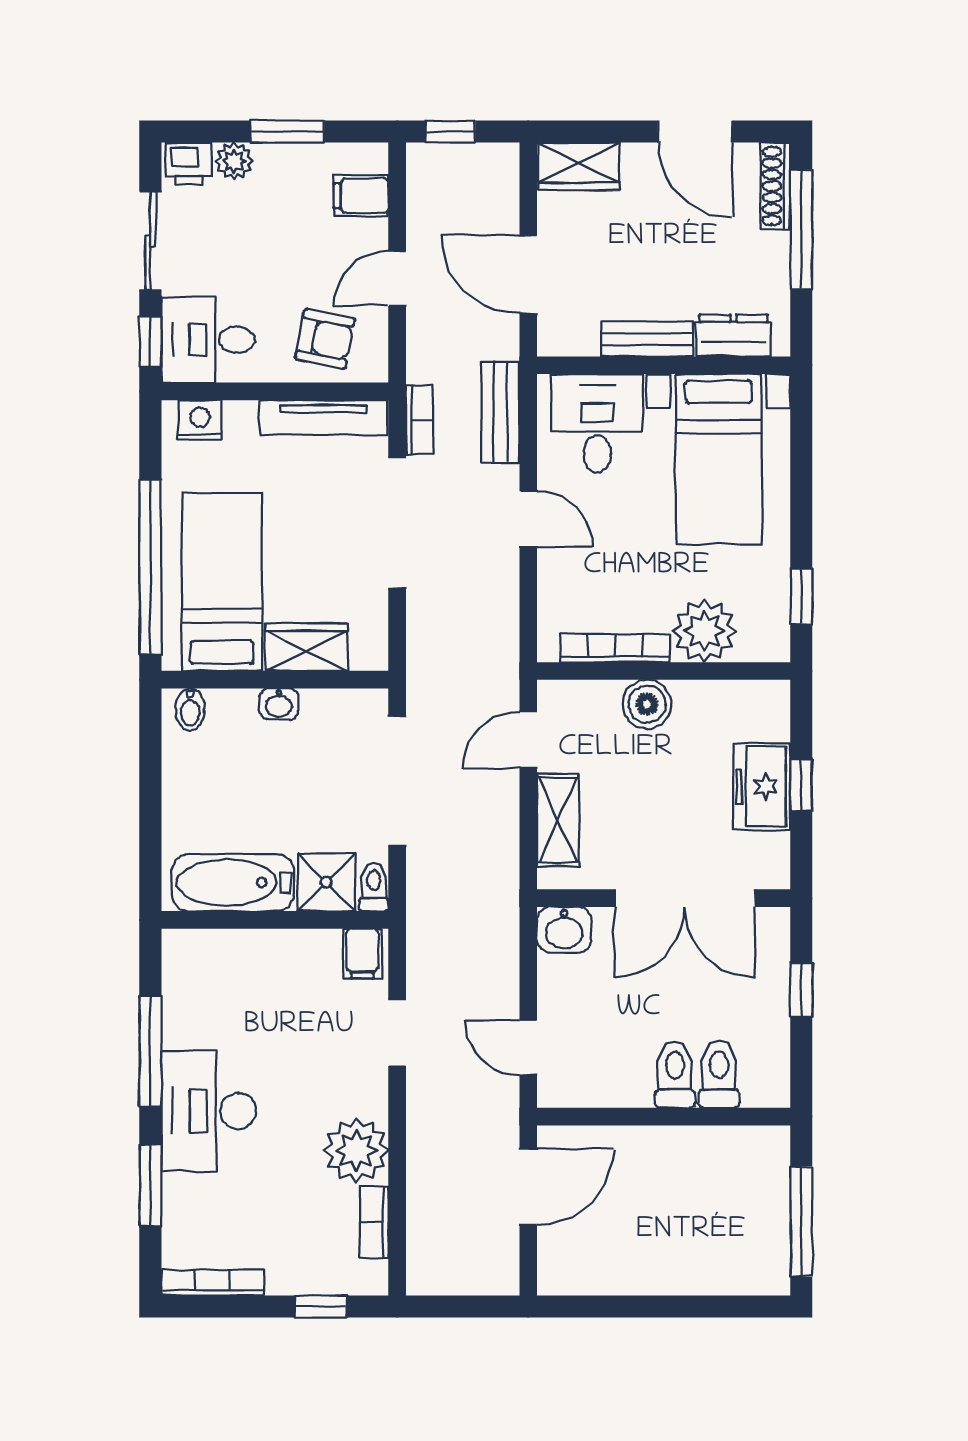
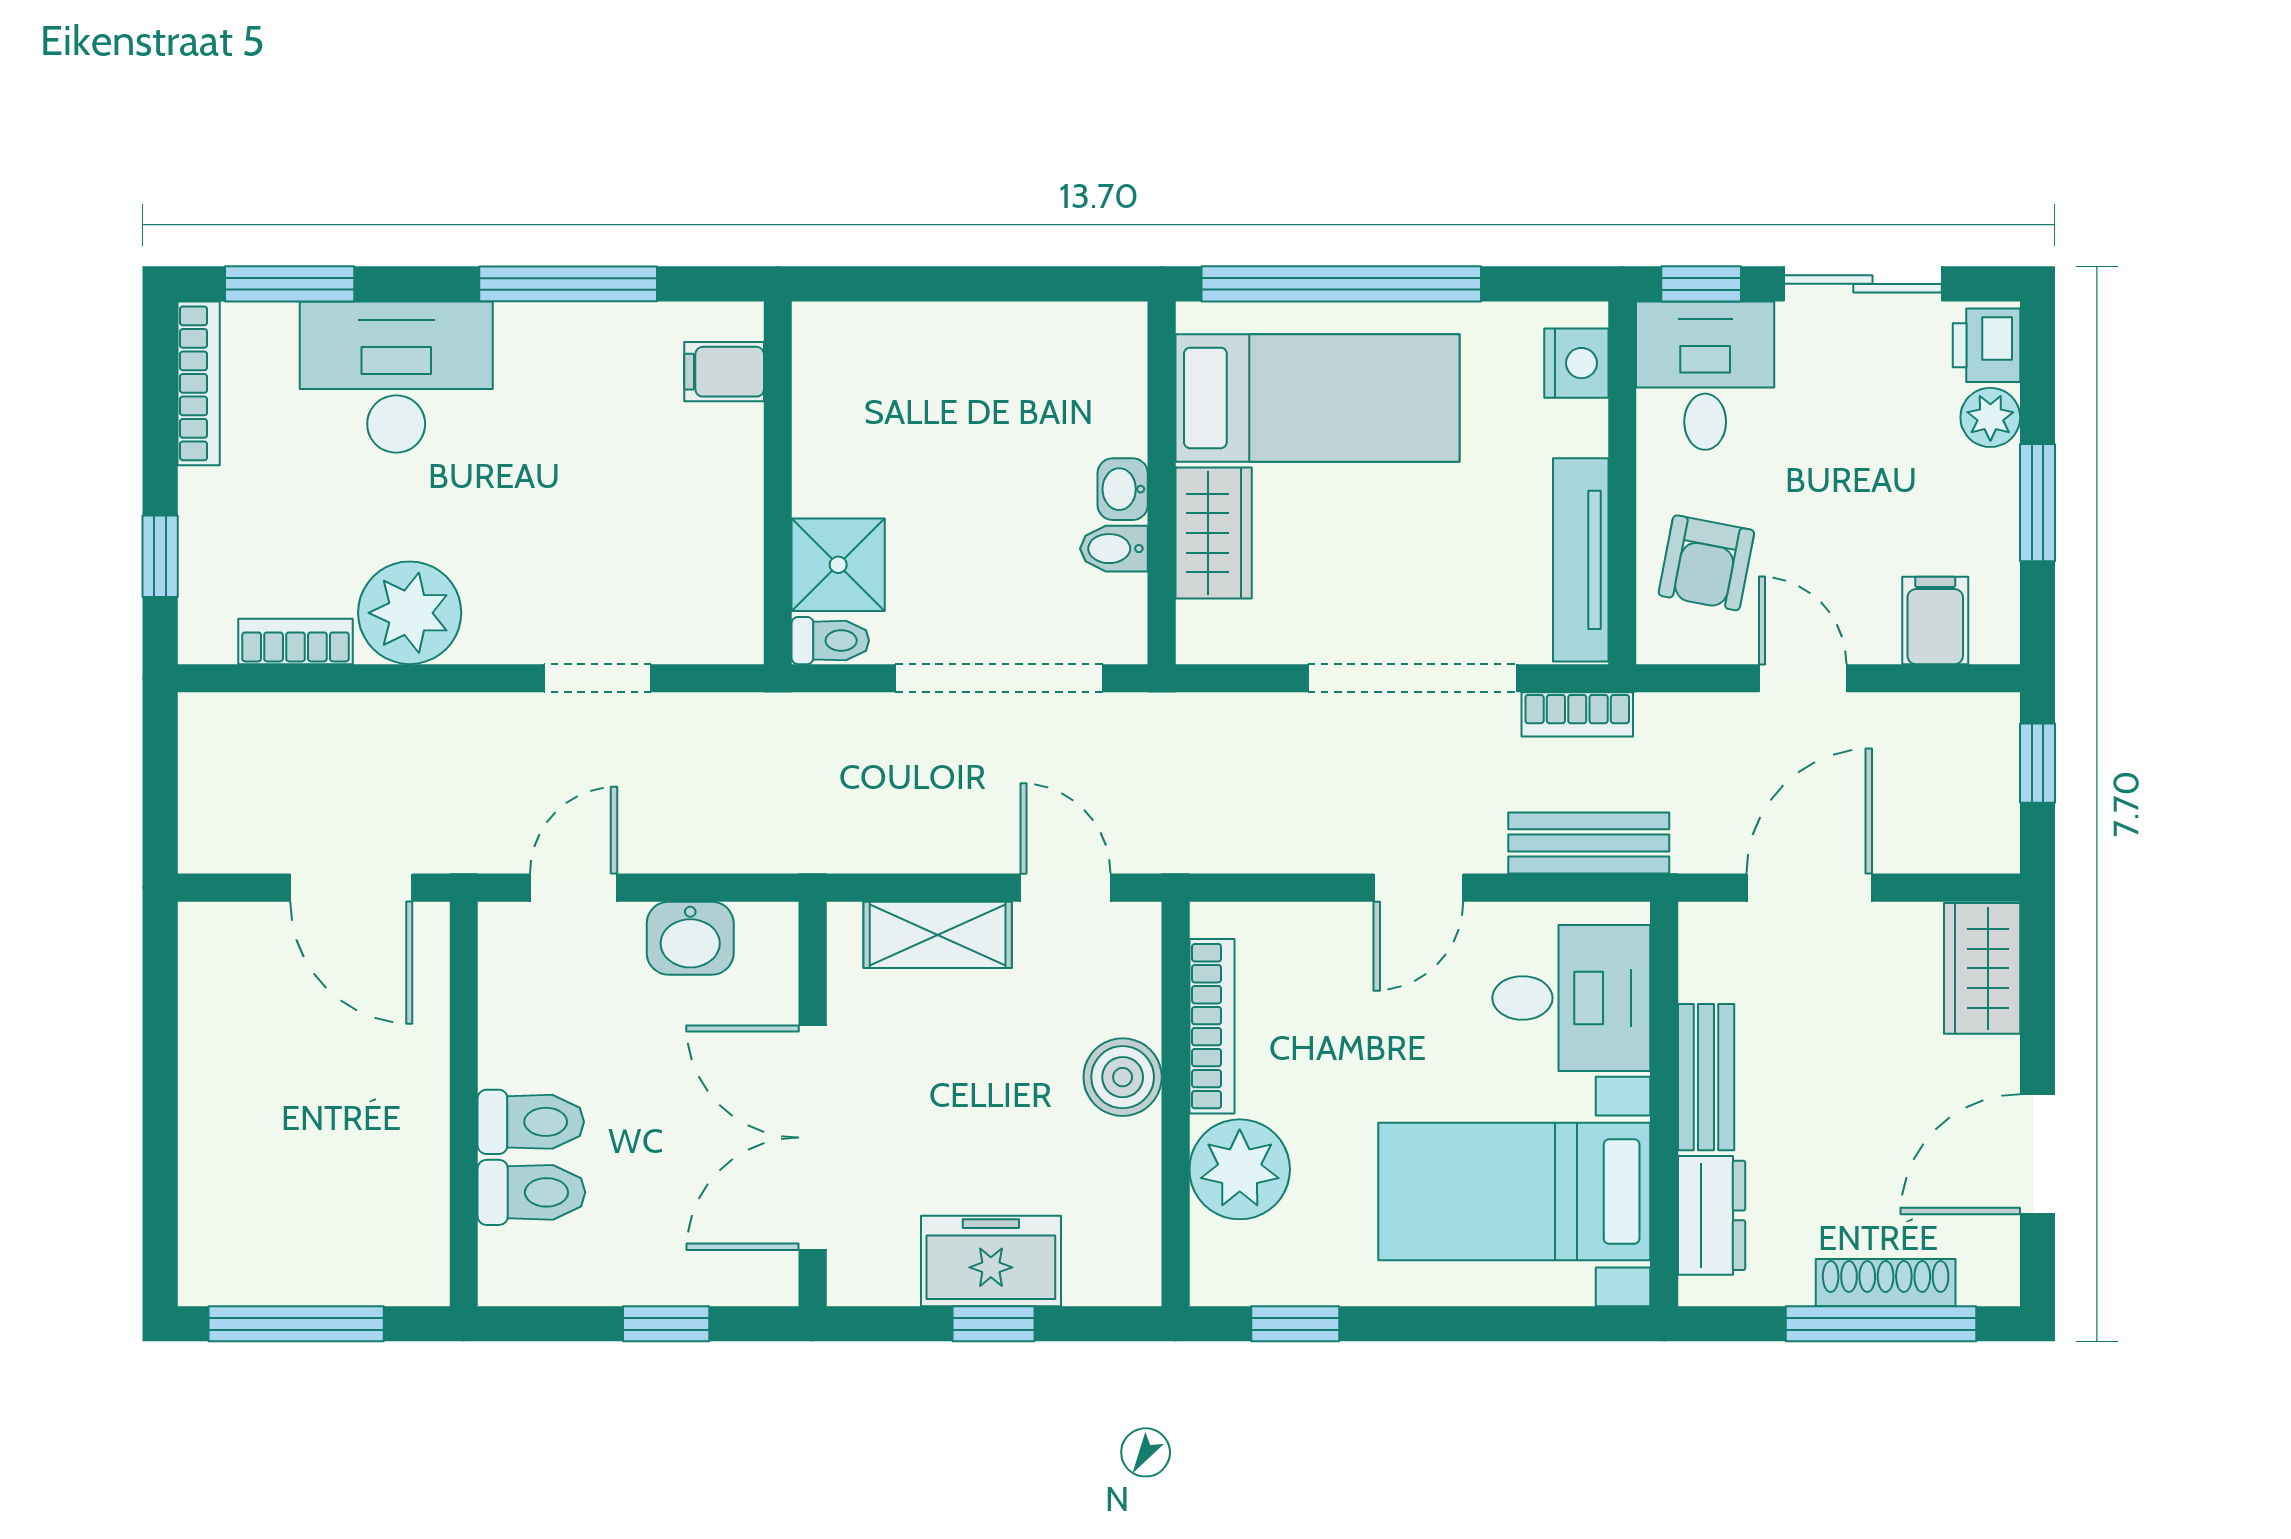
shoe rack: (775, 186) -> (1886, 1283), moved
bidet: (190, 710) -> (1114, 549), moved
bathtub: (233, 883) -> (838, 415), removed
washbasin: (564, 930) -> (690, 938), moved, turned -90
filing cabinet: (362, 954) -> (724, 372), moved
desk: (209, 1111) -> (396, 377), moved
window: (150, 1185) -> (290, 284), moved

